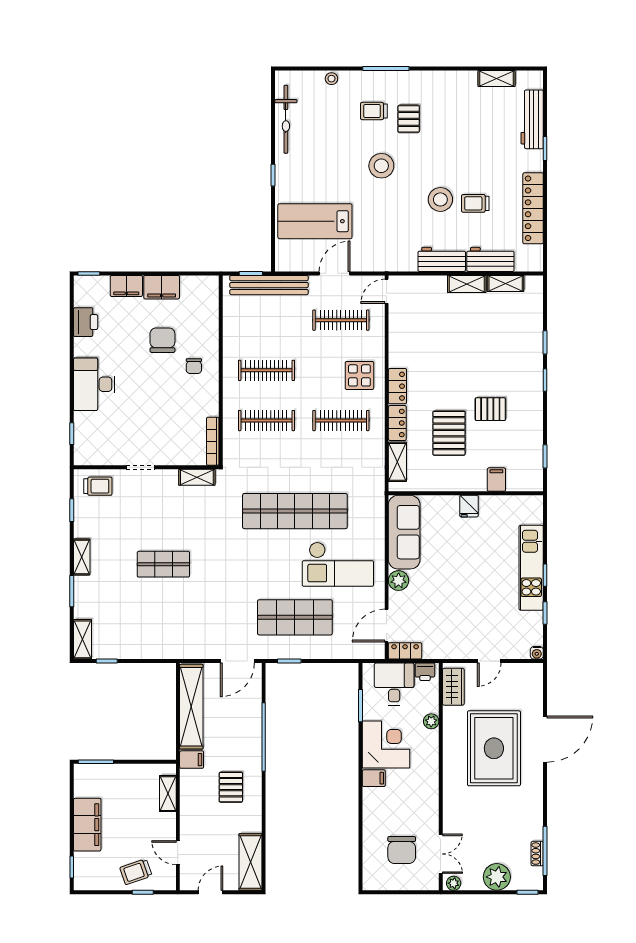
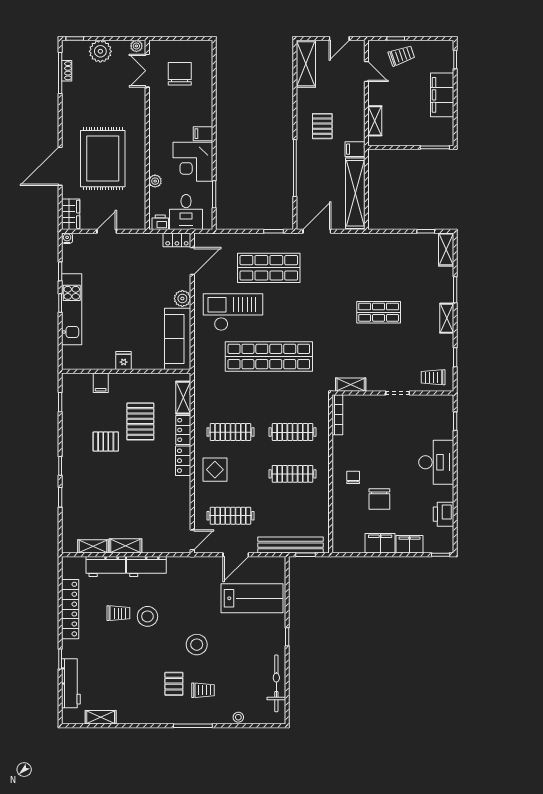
wardrobe: (453, 687) -> (71, 214), moved, turned 180

